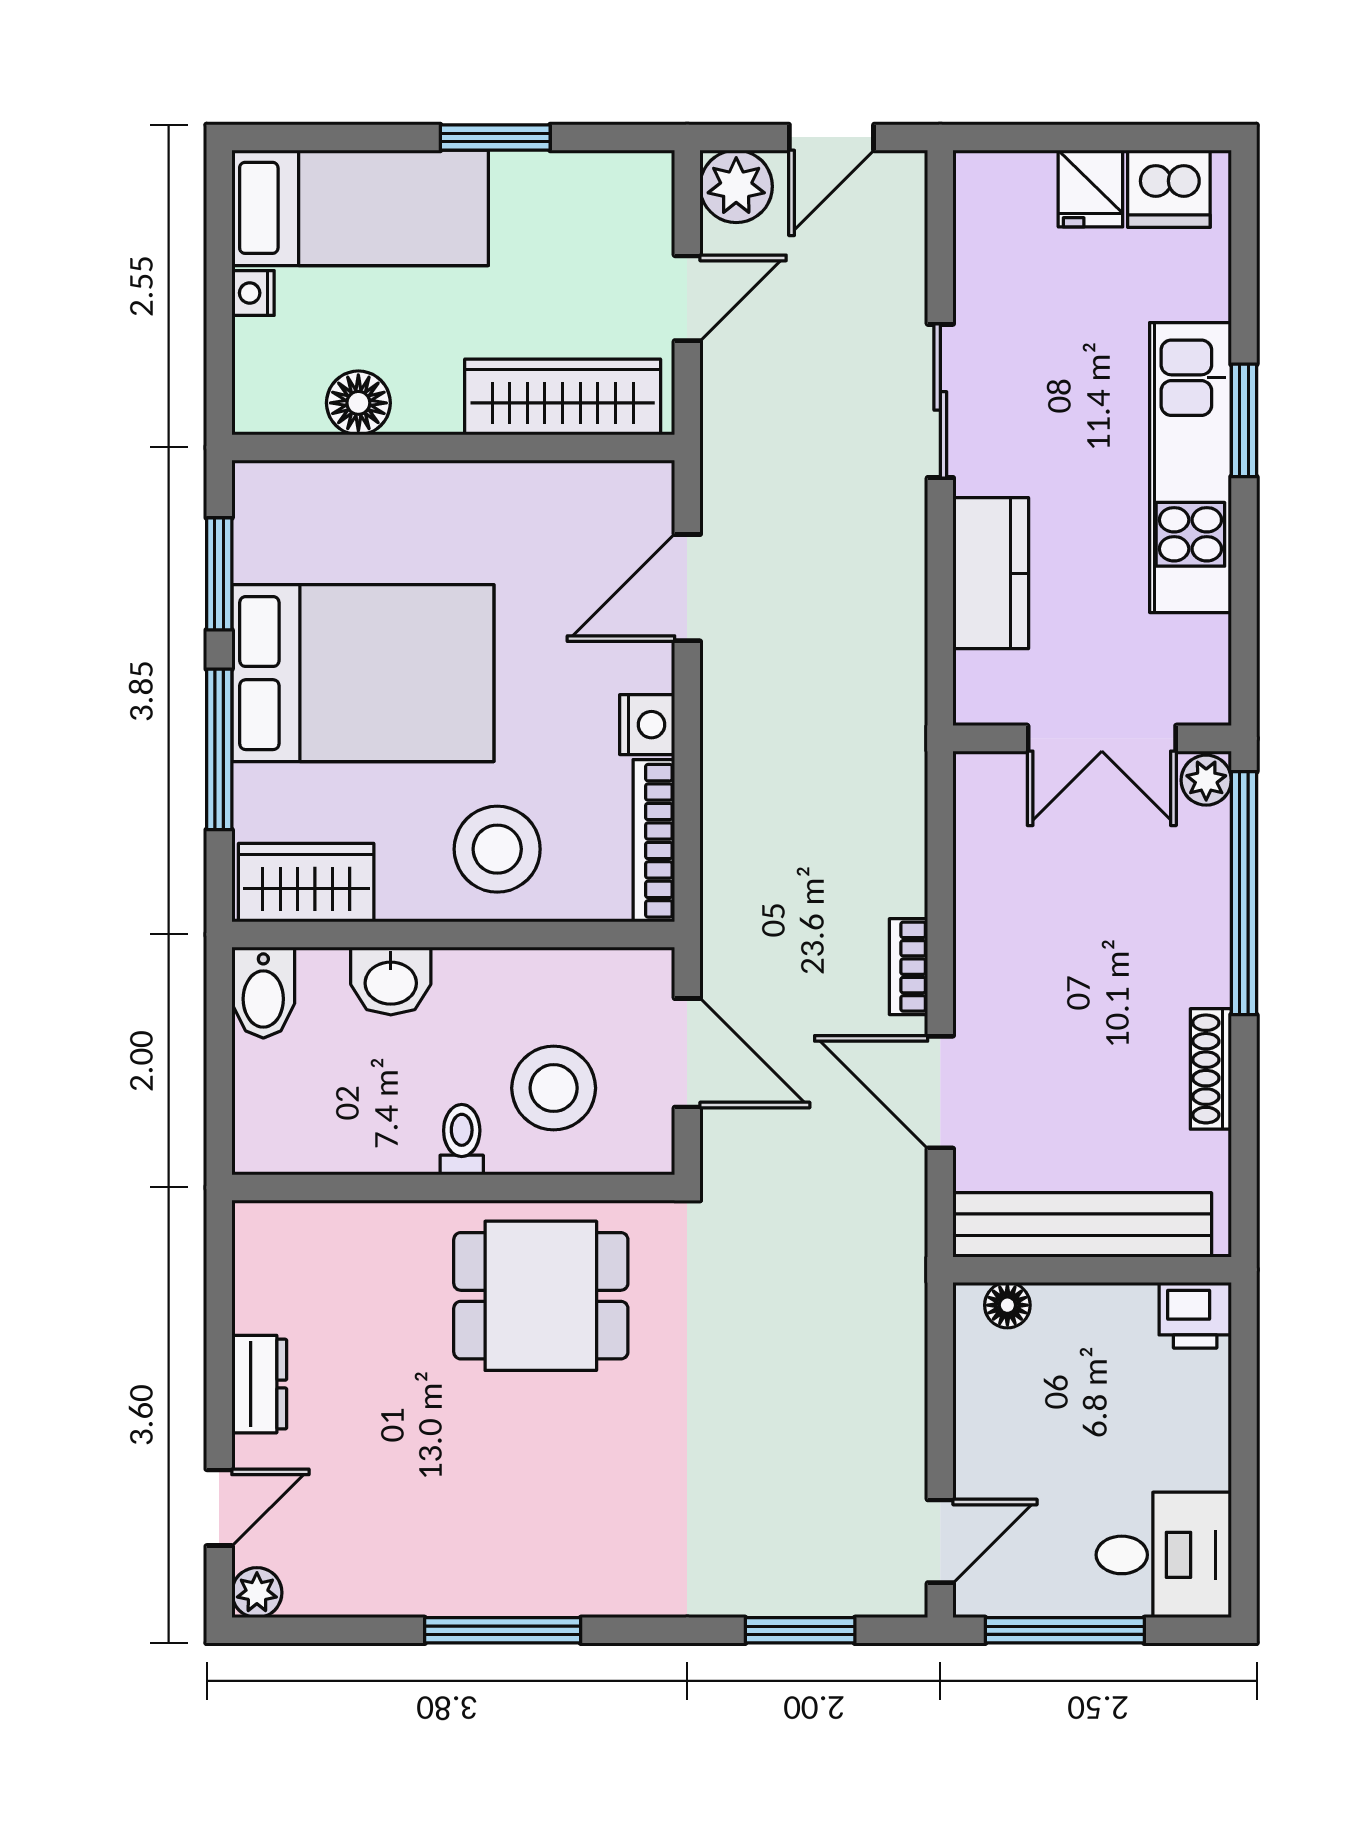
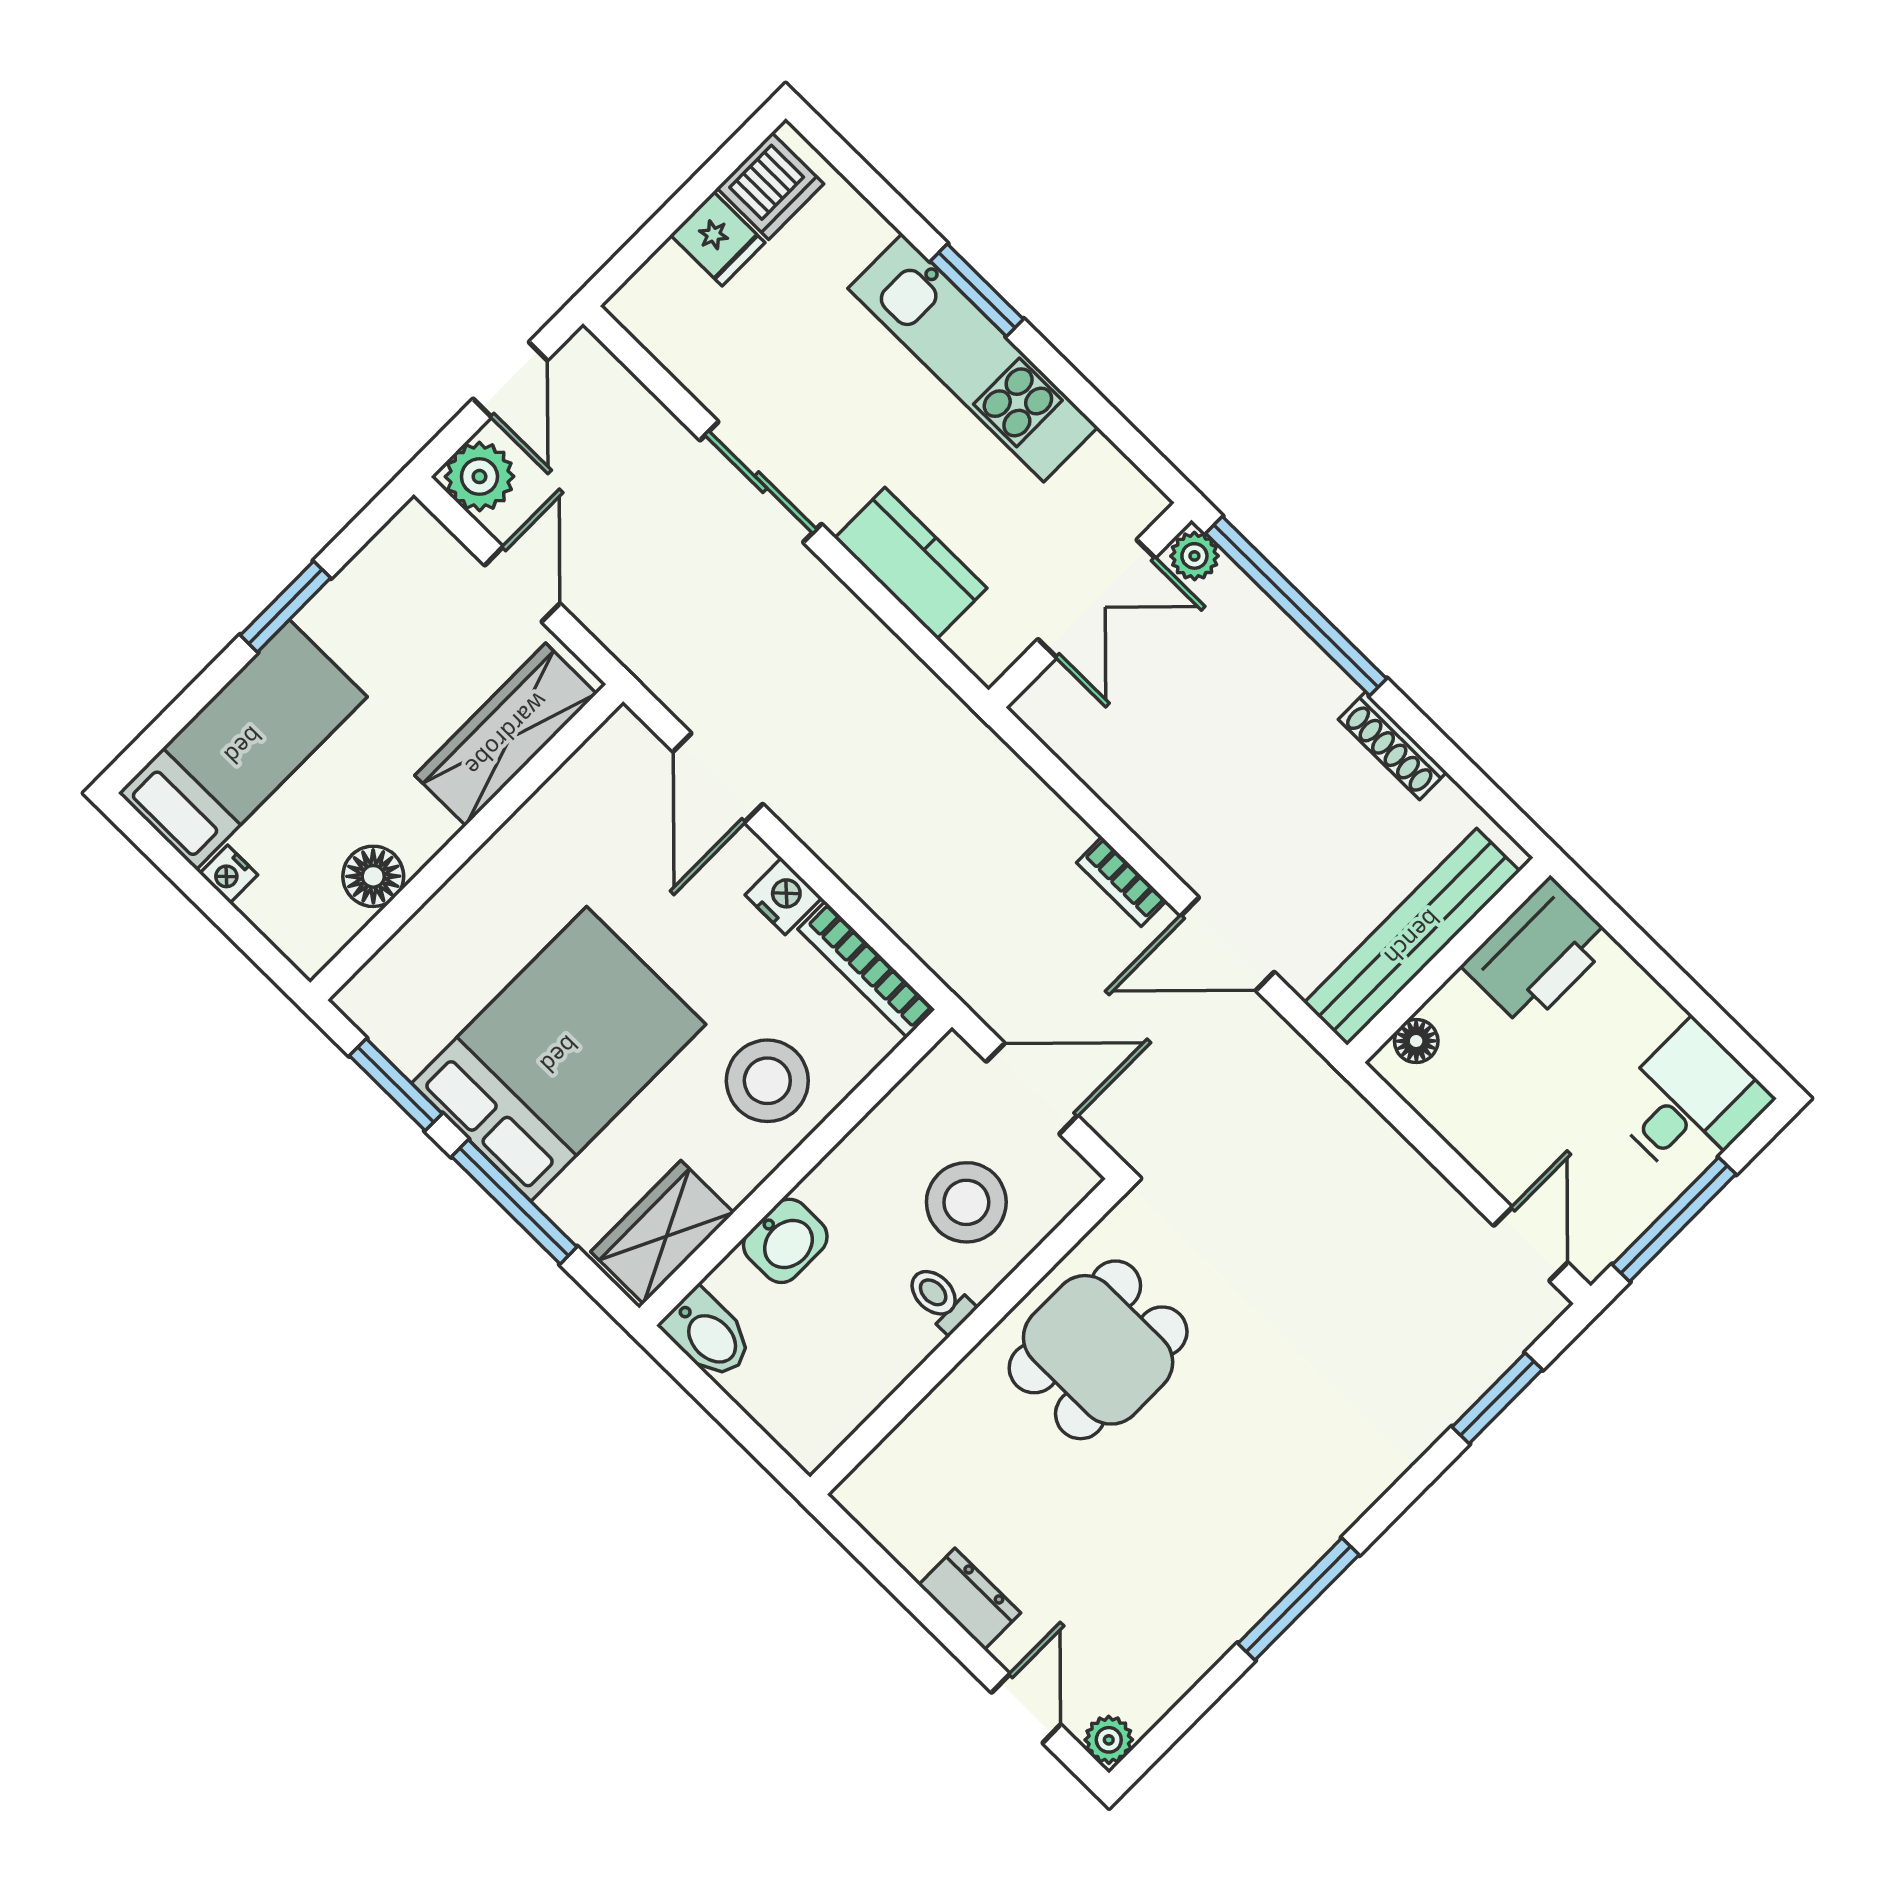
printer: (1195, 1315) -> (1538, 953), width x1.87, depth x1.48

